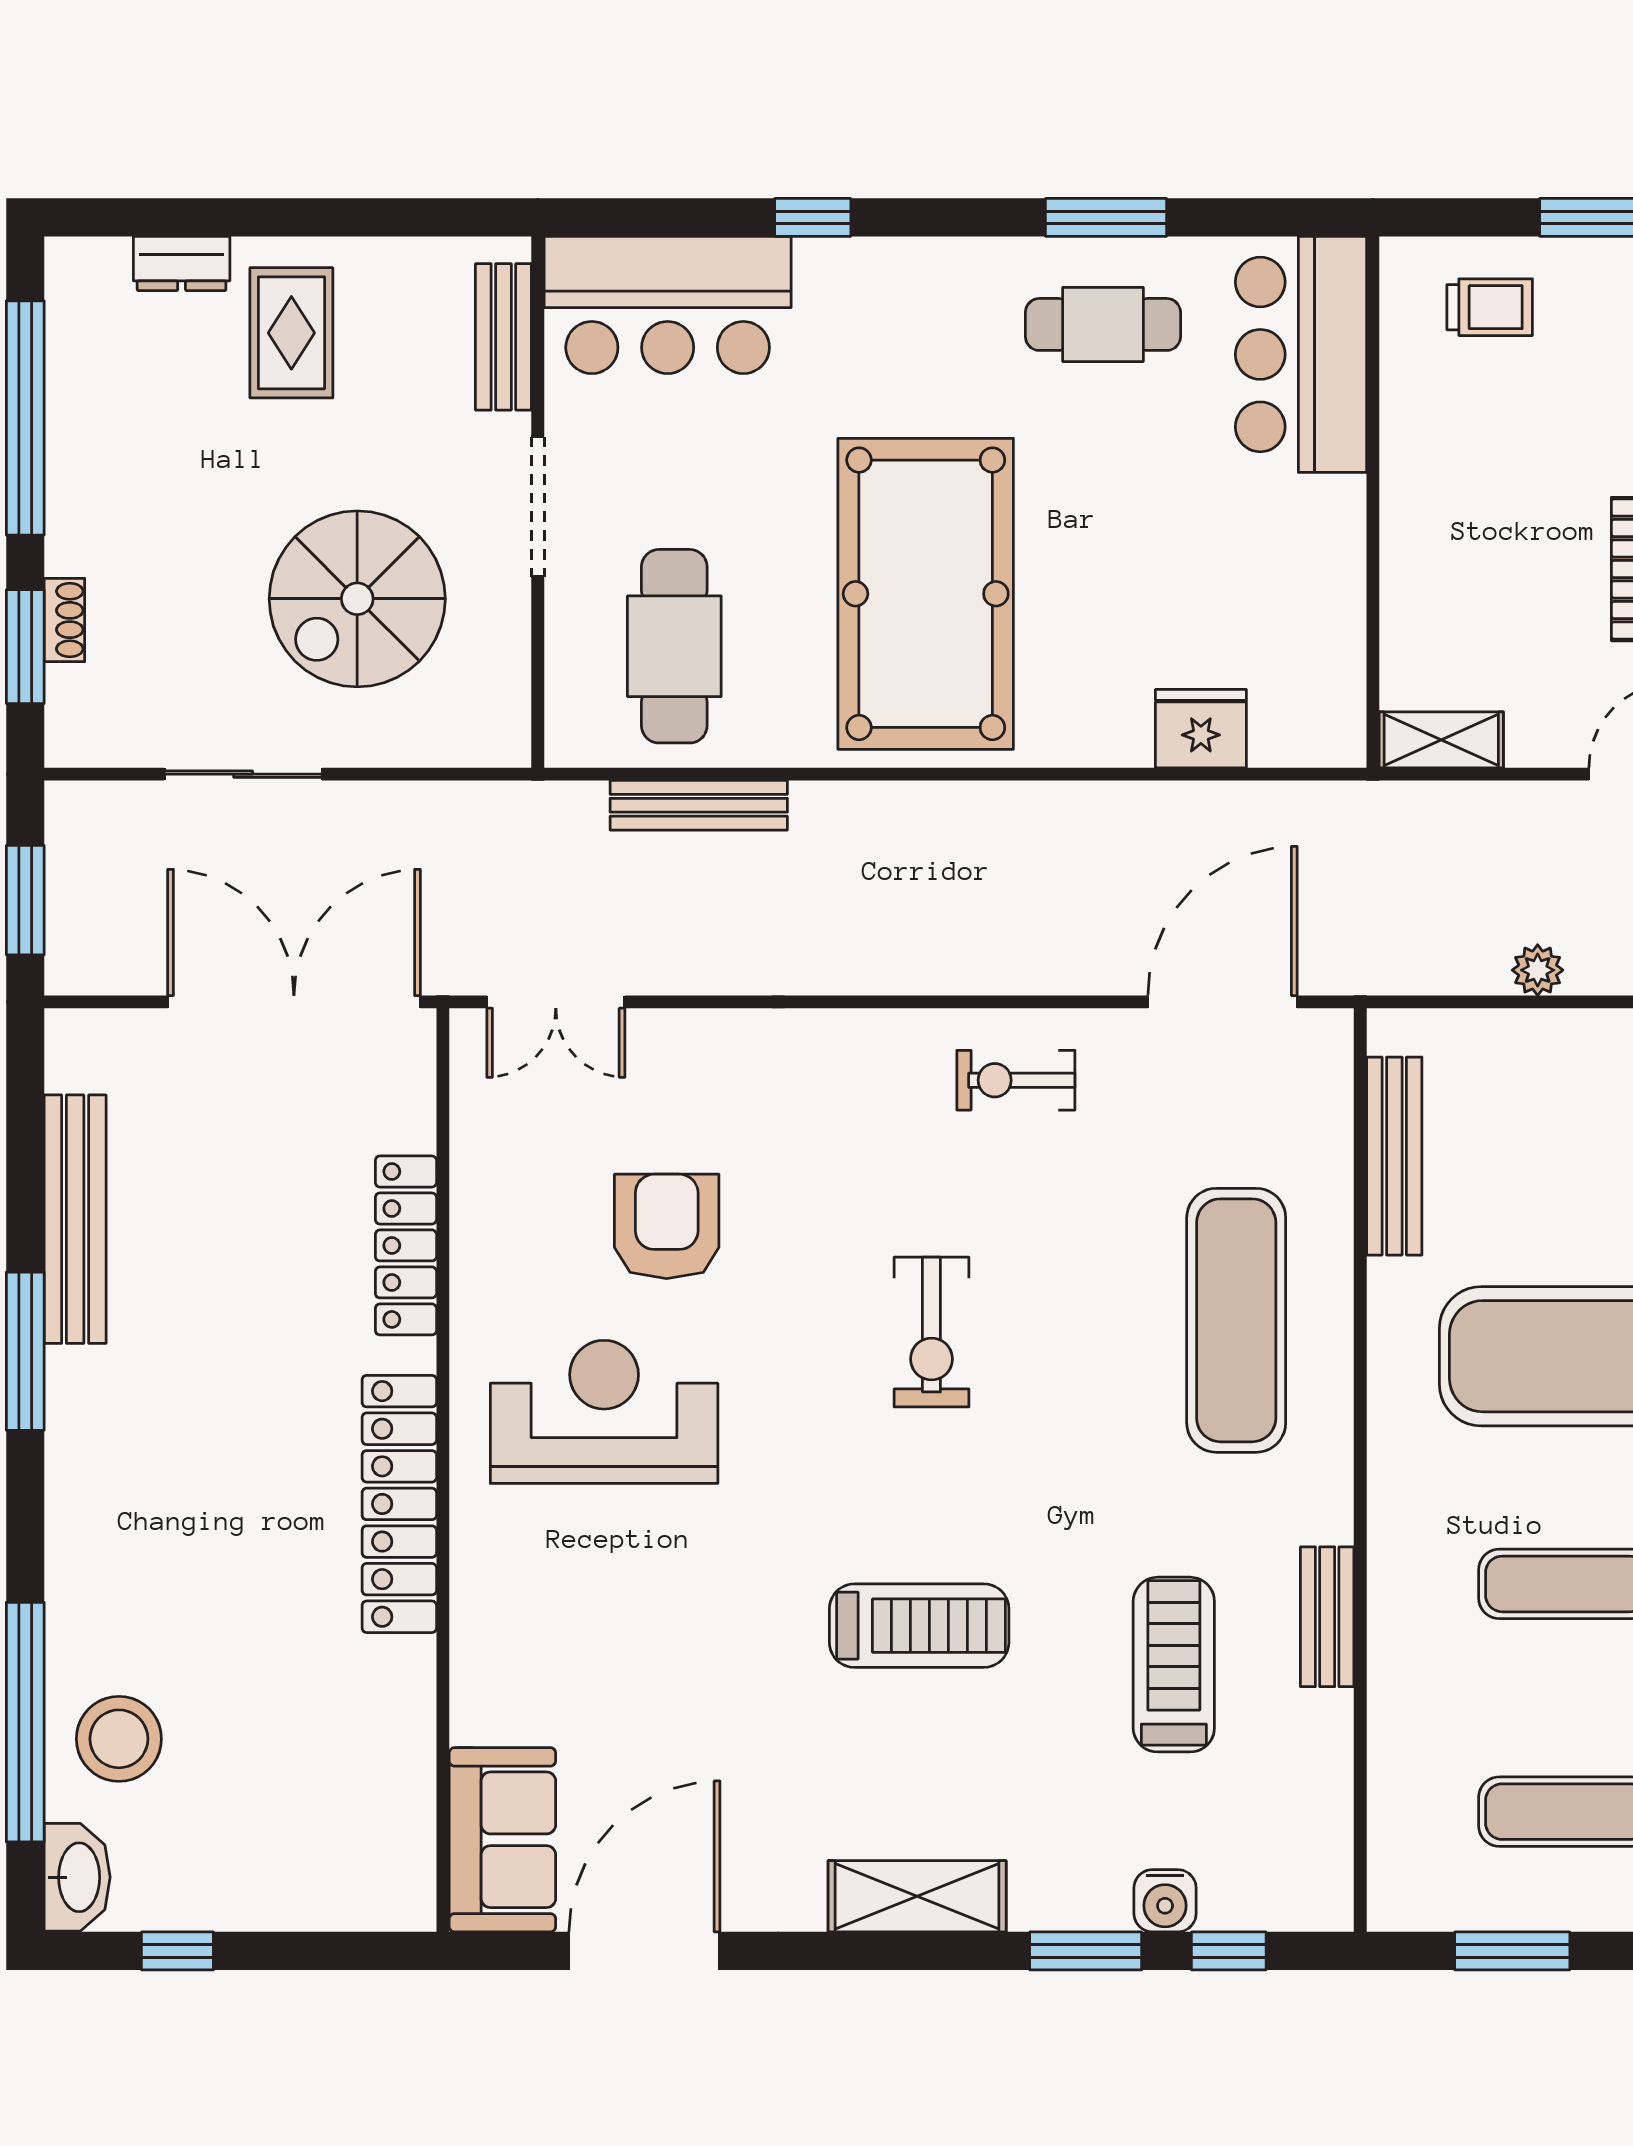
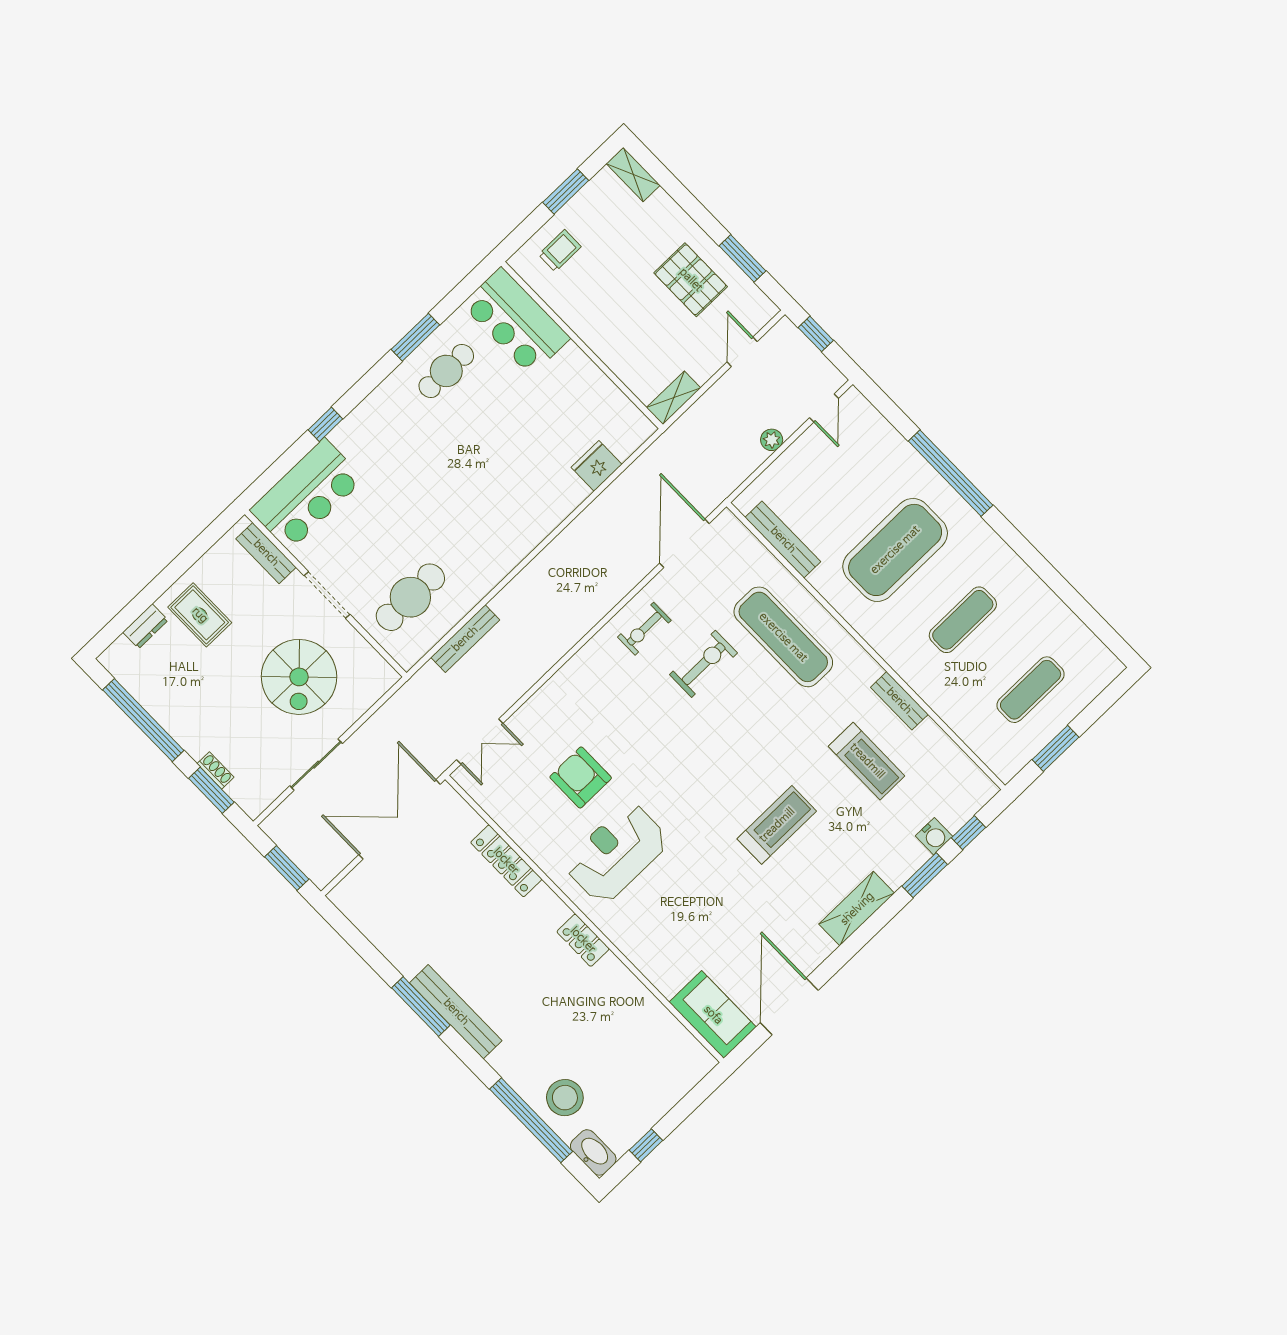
pool table: (926, 594) -> (472, 506), removed
cafe table: (674, 646) -> (410, 597), turned 90
bench: (75, 1219) -> (456, 1012), moved
exercise bike: (931, 1332) -> (704, 664), moved, turned -90
locker: (399, 1504) -> (583, 940), width x0.46, depth x0.83
treadmill: (1174, 1665) -> (867, 761), turned 180

